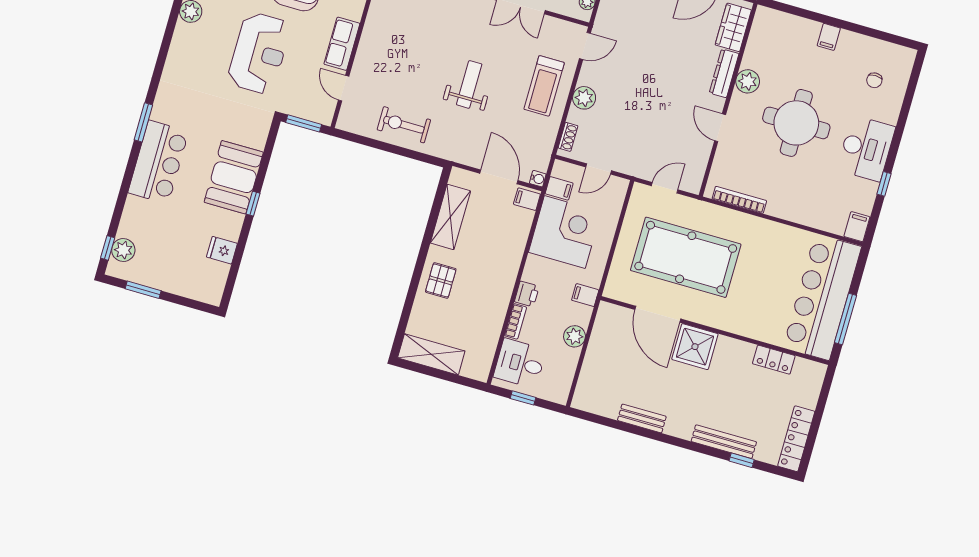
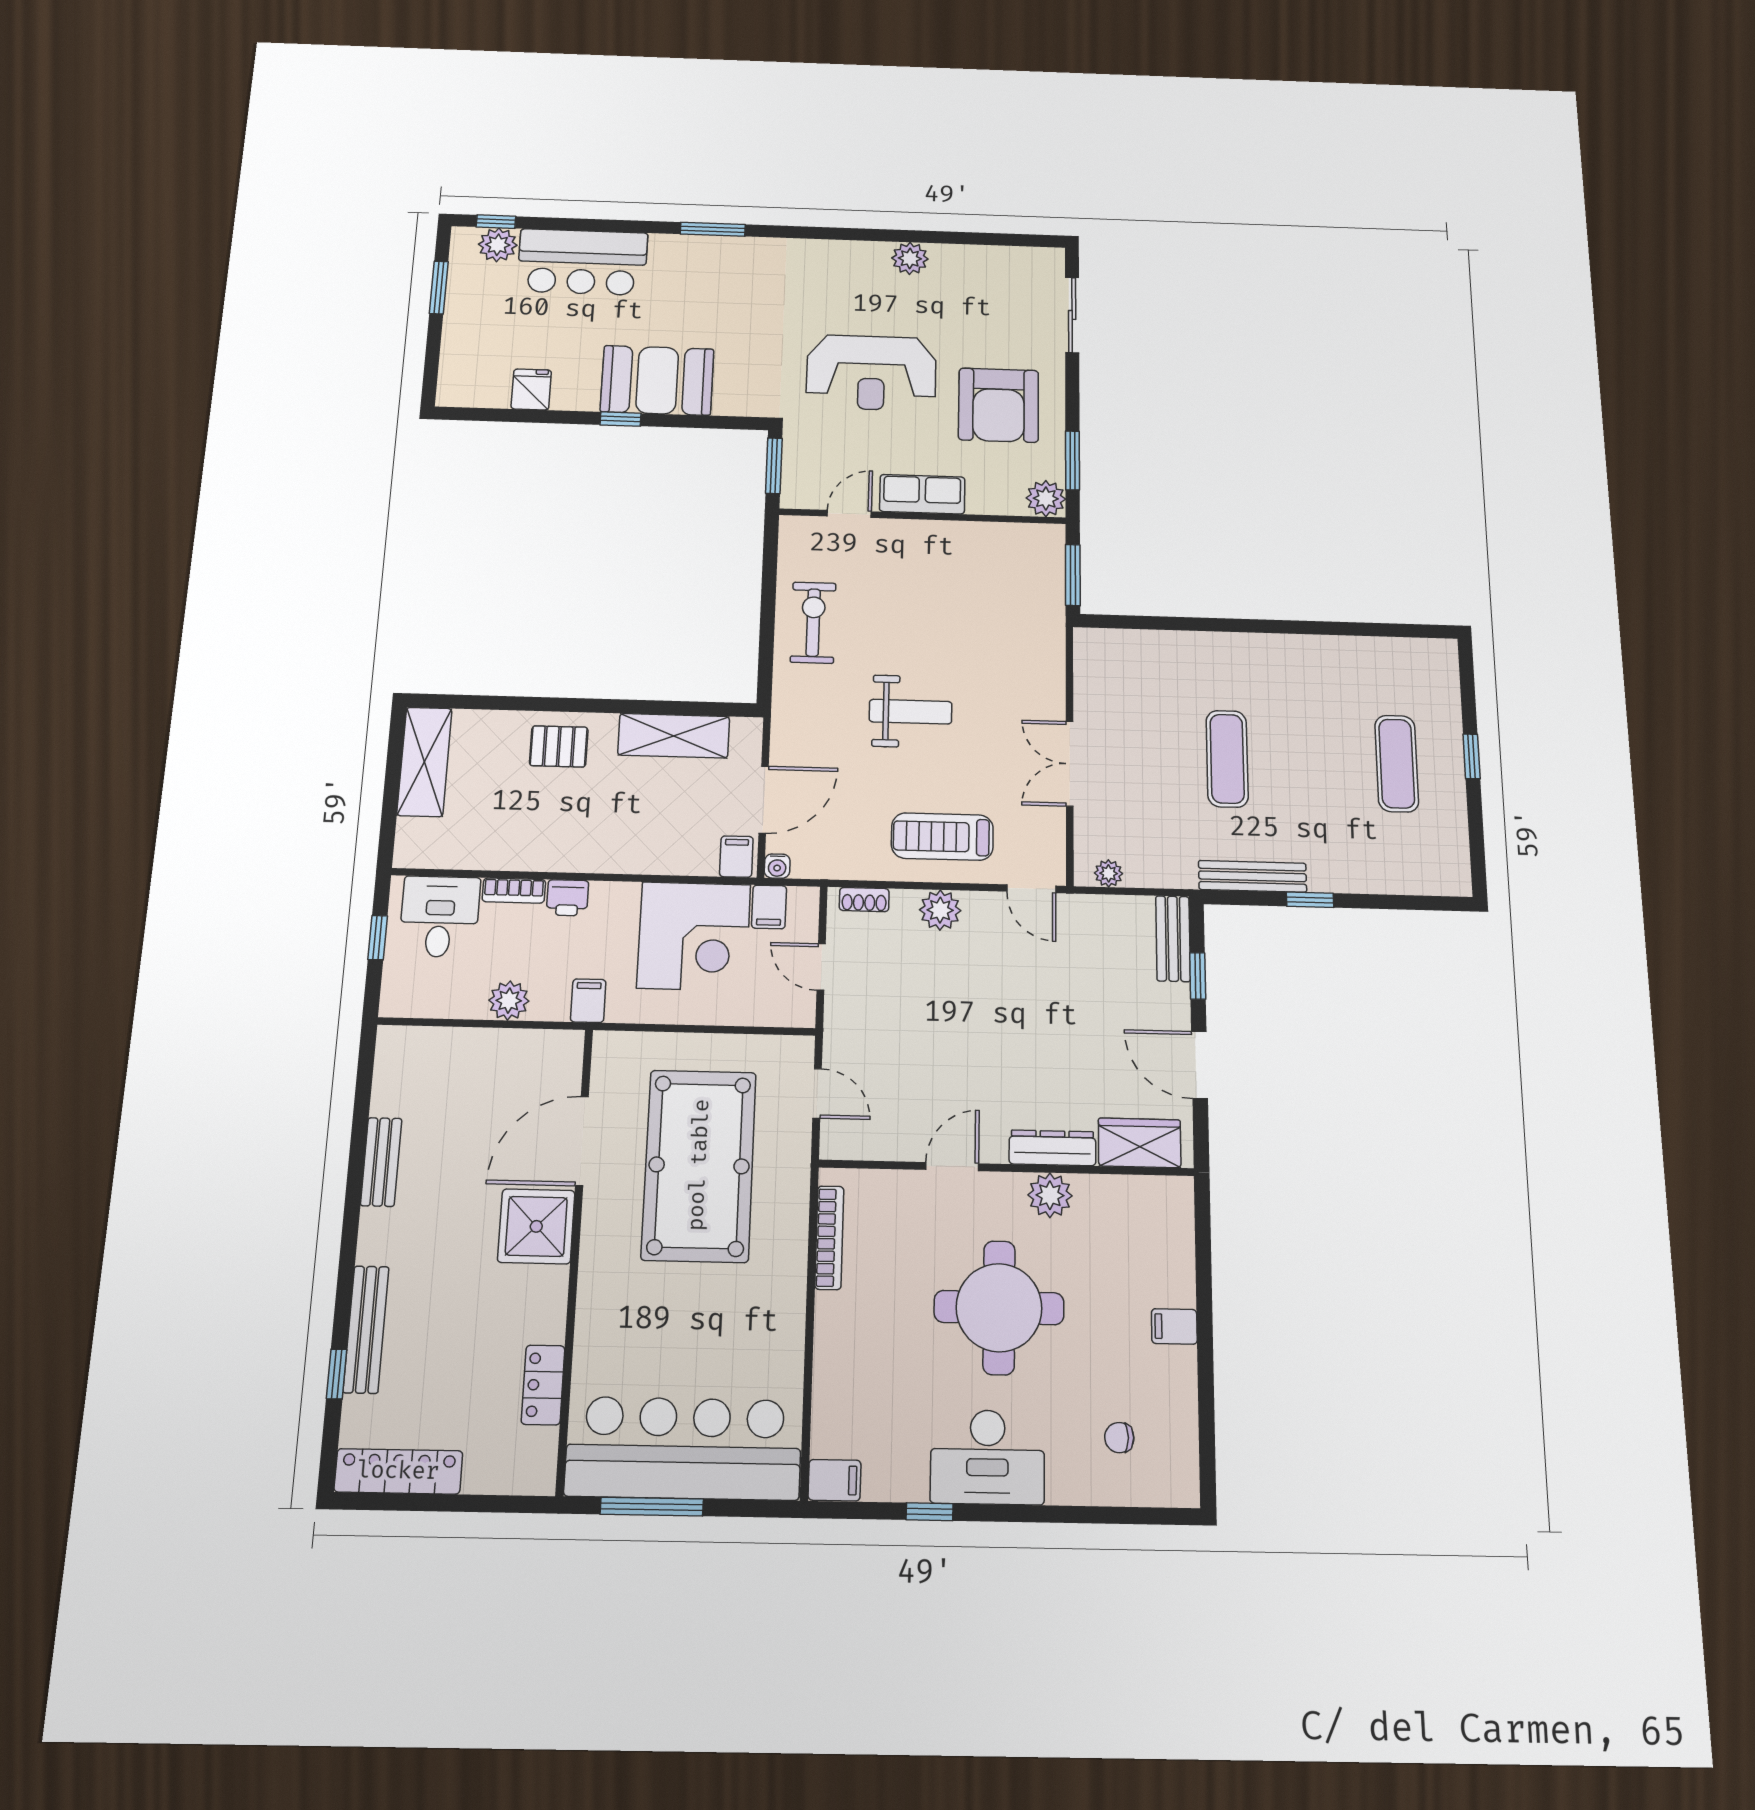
bar counter: (158, 162) -> (582, 262), moved

